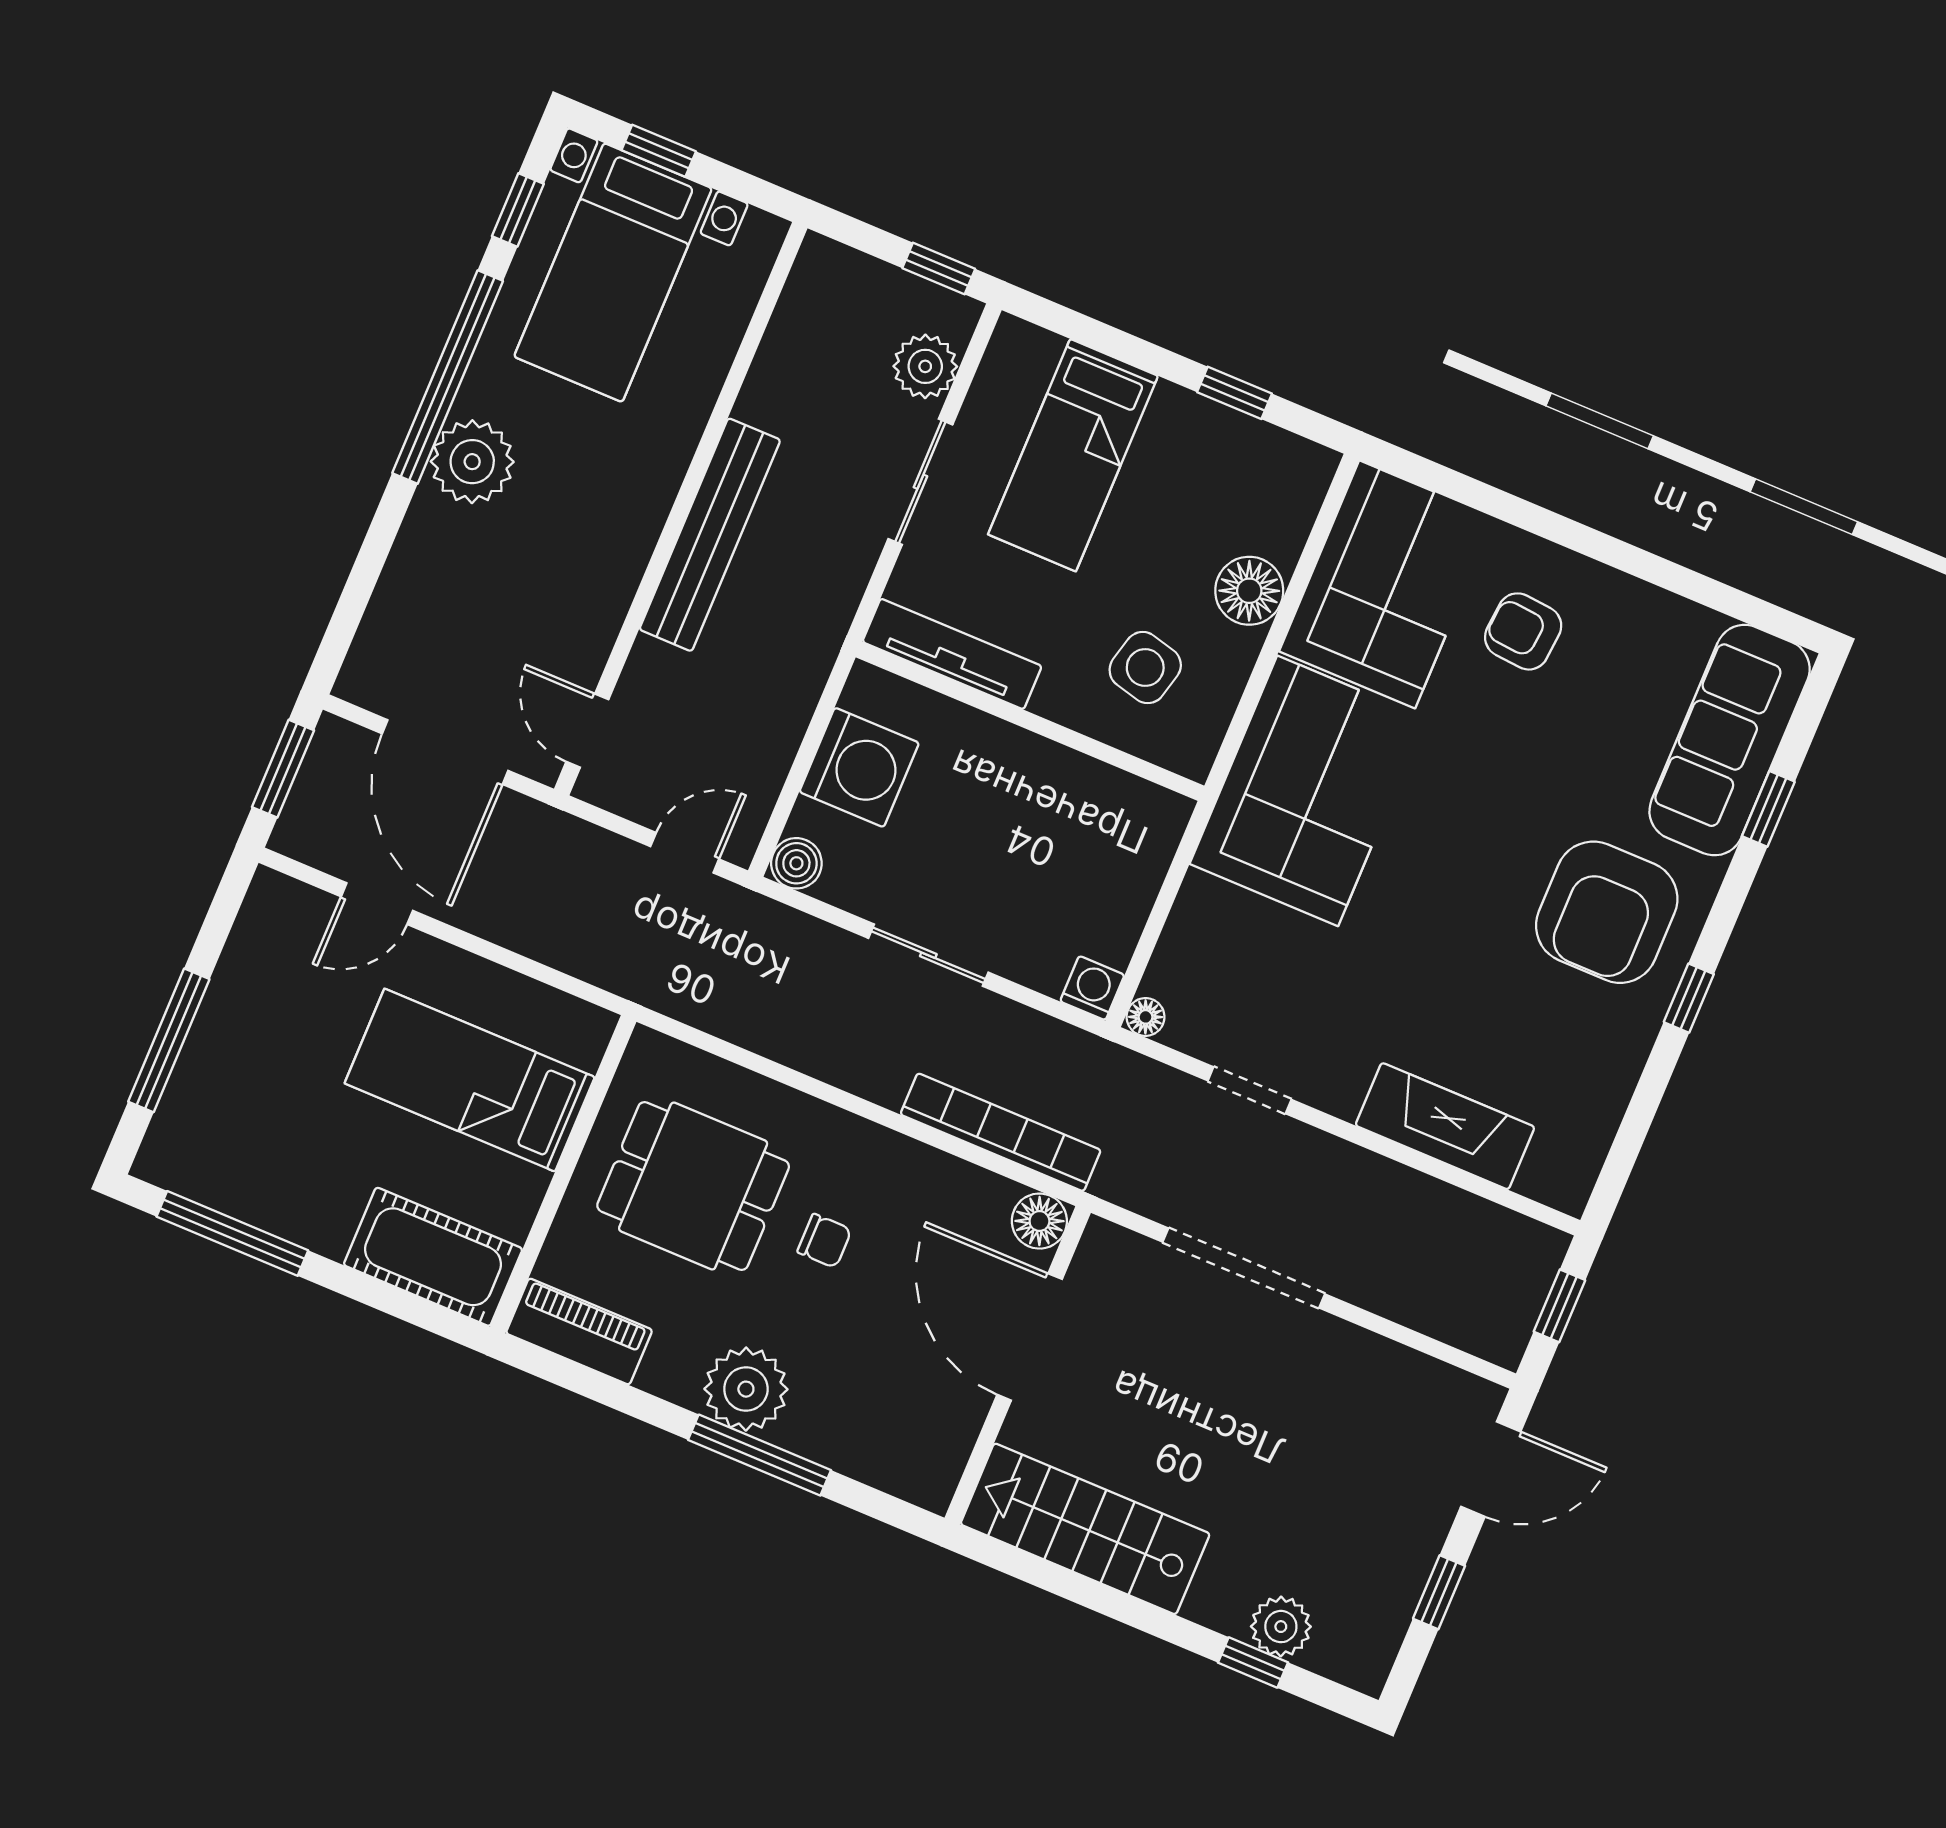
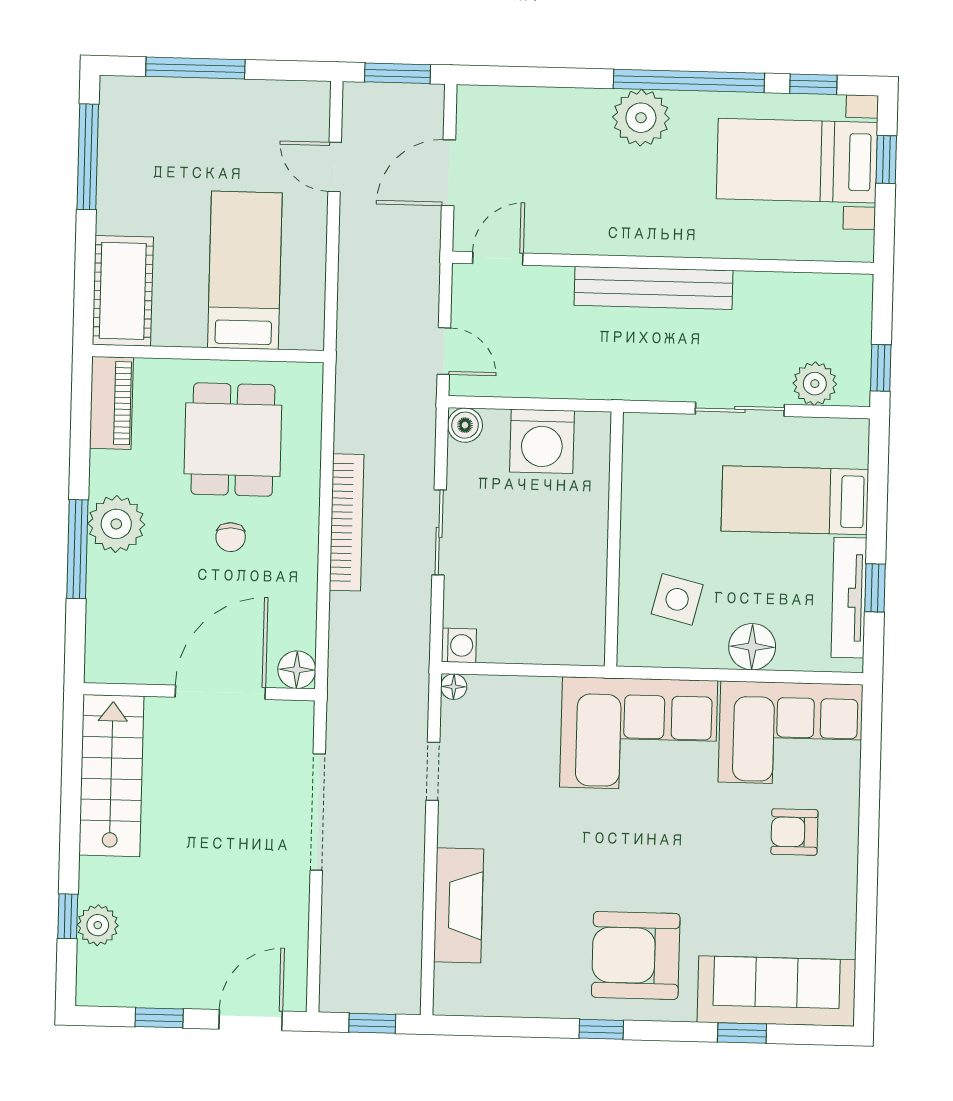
armchair: (1523, 631) -> (794, 832), turned -95
tv unit: (952, 654) -> (849, 598), moved, turned 180
door: (445, 752) -> (449, 173), width x0.73
bookcase: (1001, 1132) -> (347, 522), moved
door: (1491, 1469) -> (251, 1020), swing flipped

